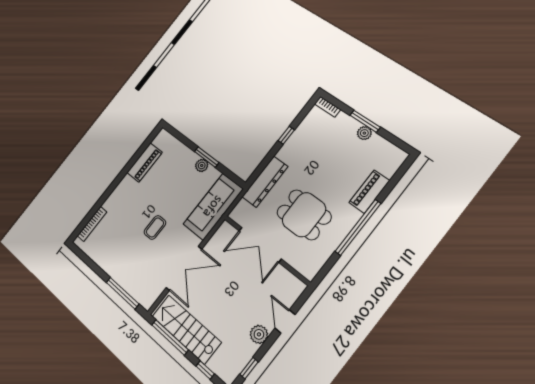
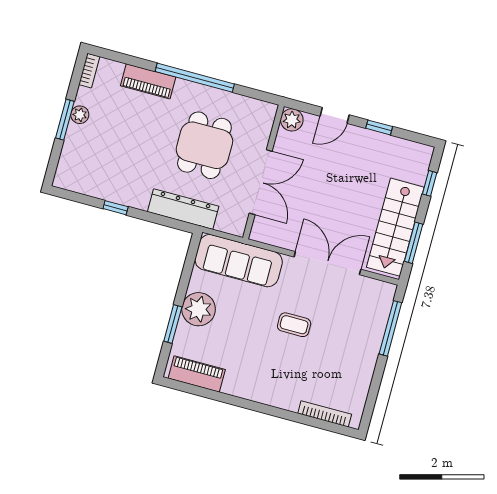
bookcase: (327, 107) -> (89, 71), moved
window: (207, 157) -> (173, 324), moved
piano: (145, 162) -> (197, 374), moved
plant: (202, 165) -> (199, 309), width x1.88, depth x1.88
plant: (259, 334) -> (292, 120), moved
window: (170, 337) -> (414, 243), width x0.69
window: (249, 368) -> (379, 127), moved

